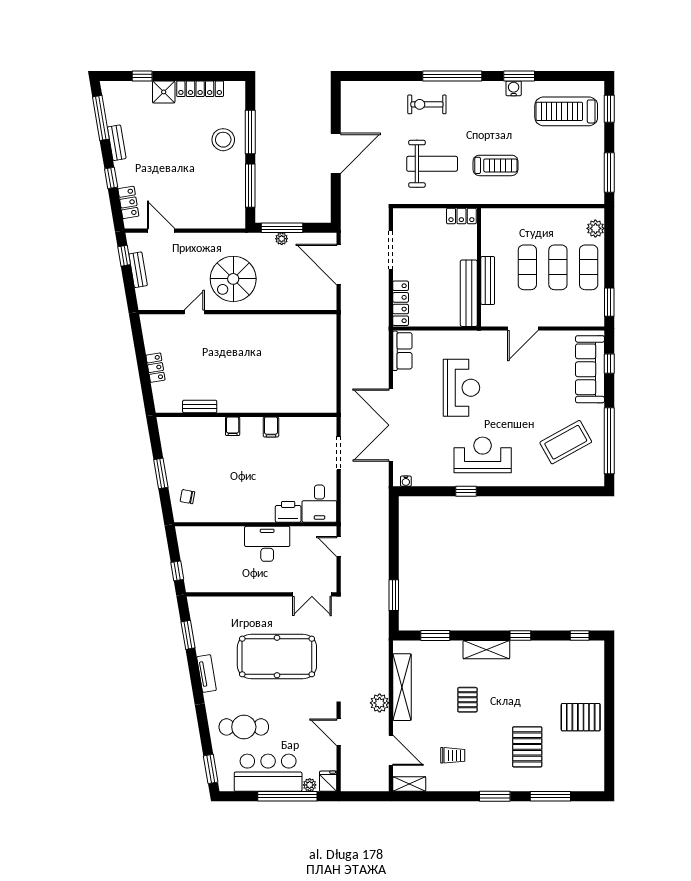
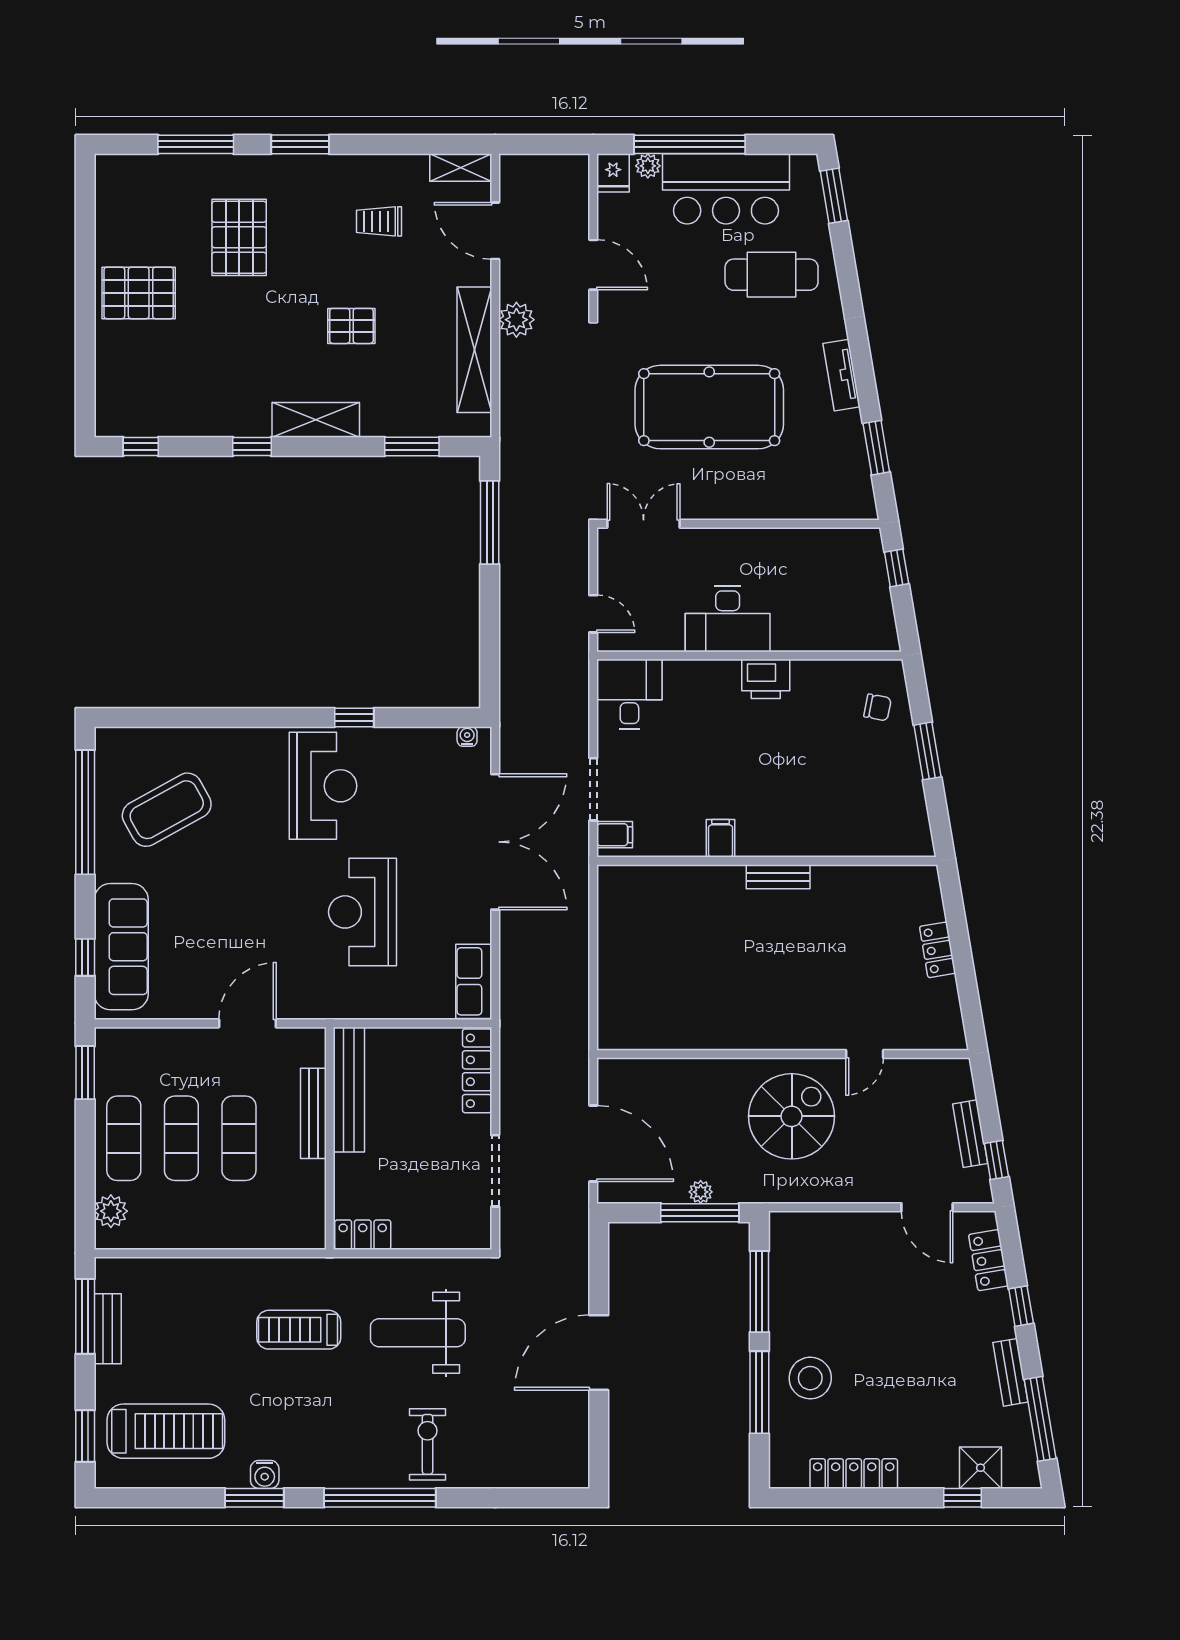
shower: (164, 92) -> (980, 1468), moved
exercise bike: (427, 104) -> (428, 1444), turned -90
bench: (597, 166) -> (108, 1329), added
bench: (200, 407) -> (778, 877), moved
filing cabinet: (233, 426) -> (615, 835), moved, turned 90
reception desk: (483, 455) -> (323, 786), turned -90
printer: (288, 512) -> (766, 679), moved
window: (394, 595) -> (490, 522), width x1.44
pallet: (467, 700) -> (351, 326), turned 90

